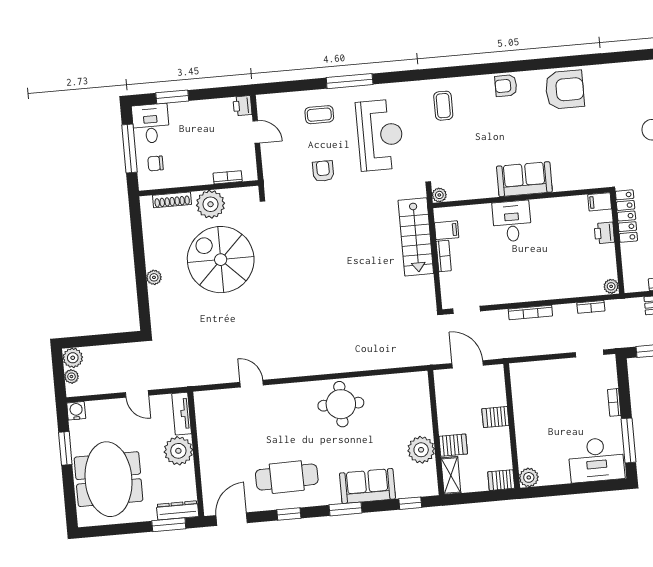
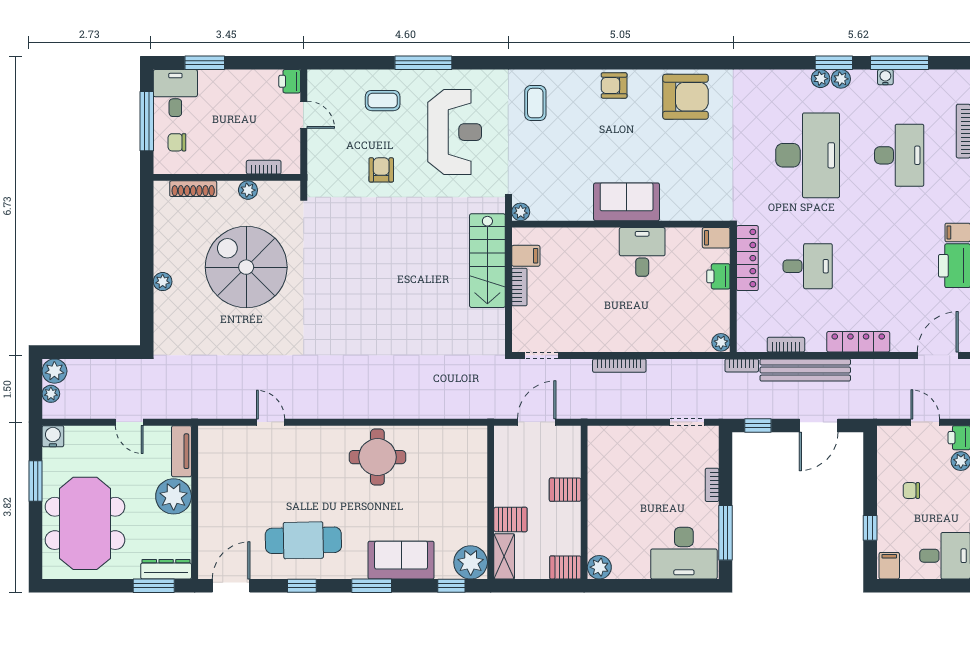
plant: (211, 204) -> (248, 190), width x0.53, depth x0.53
desk: (512, 221) -> (642, 252), moved
bookcase: (591, 307) -> (742, 365), moved
door: (468, 364) -> (537, 422), hinge flipped
plant: (421, 450) -> (471, 562), moved

